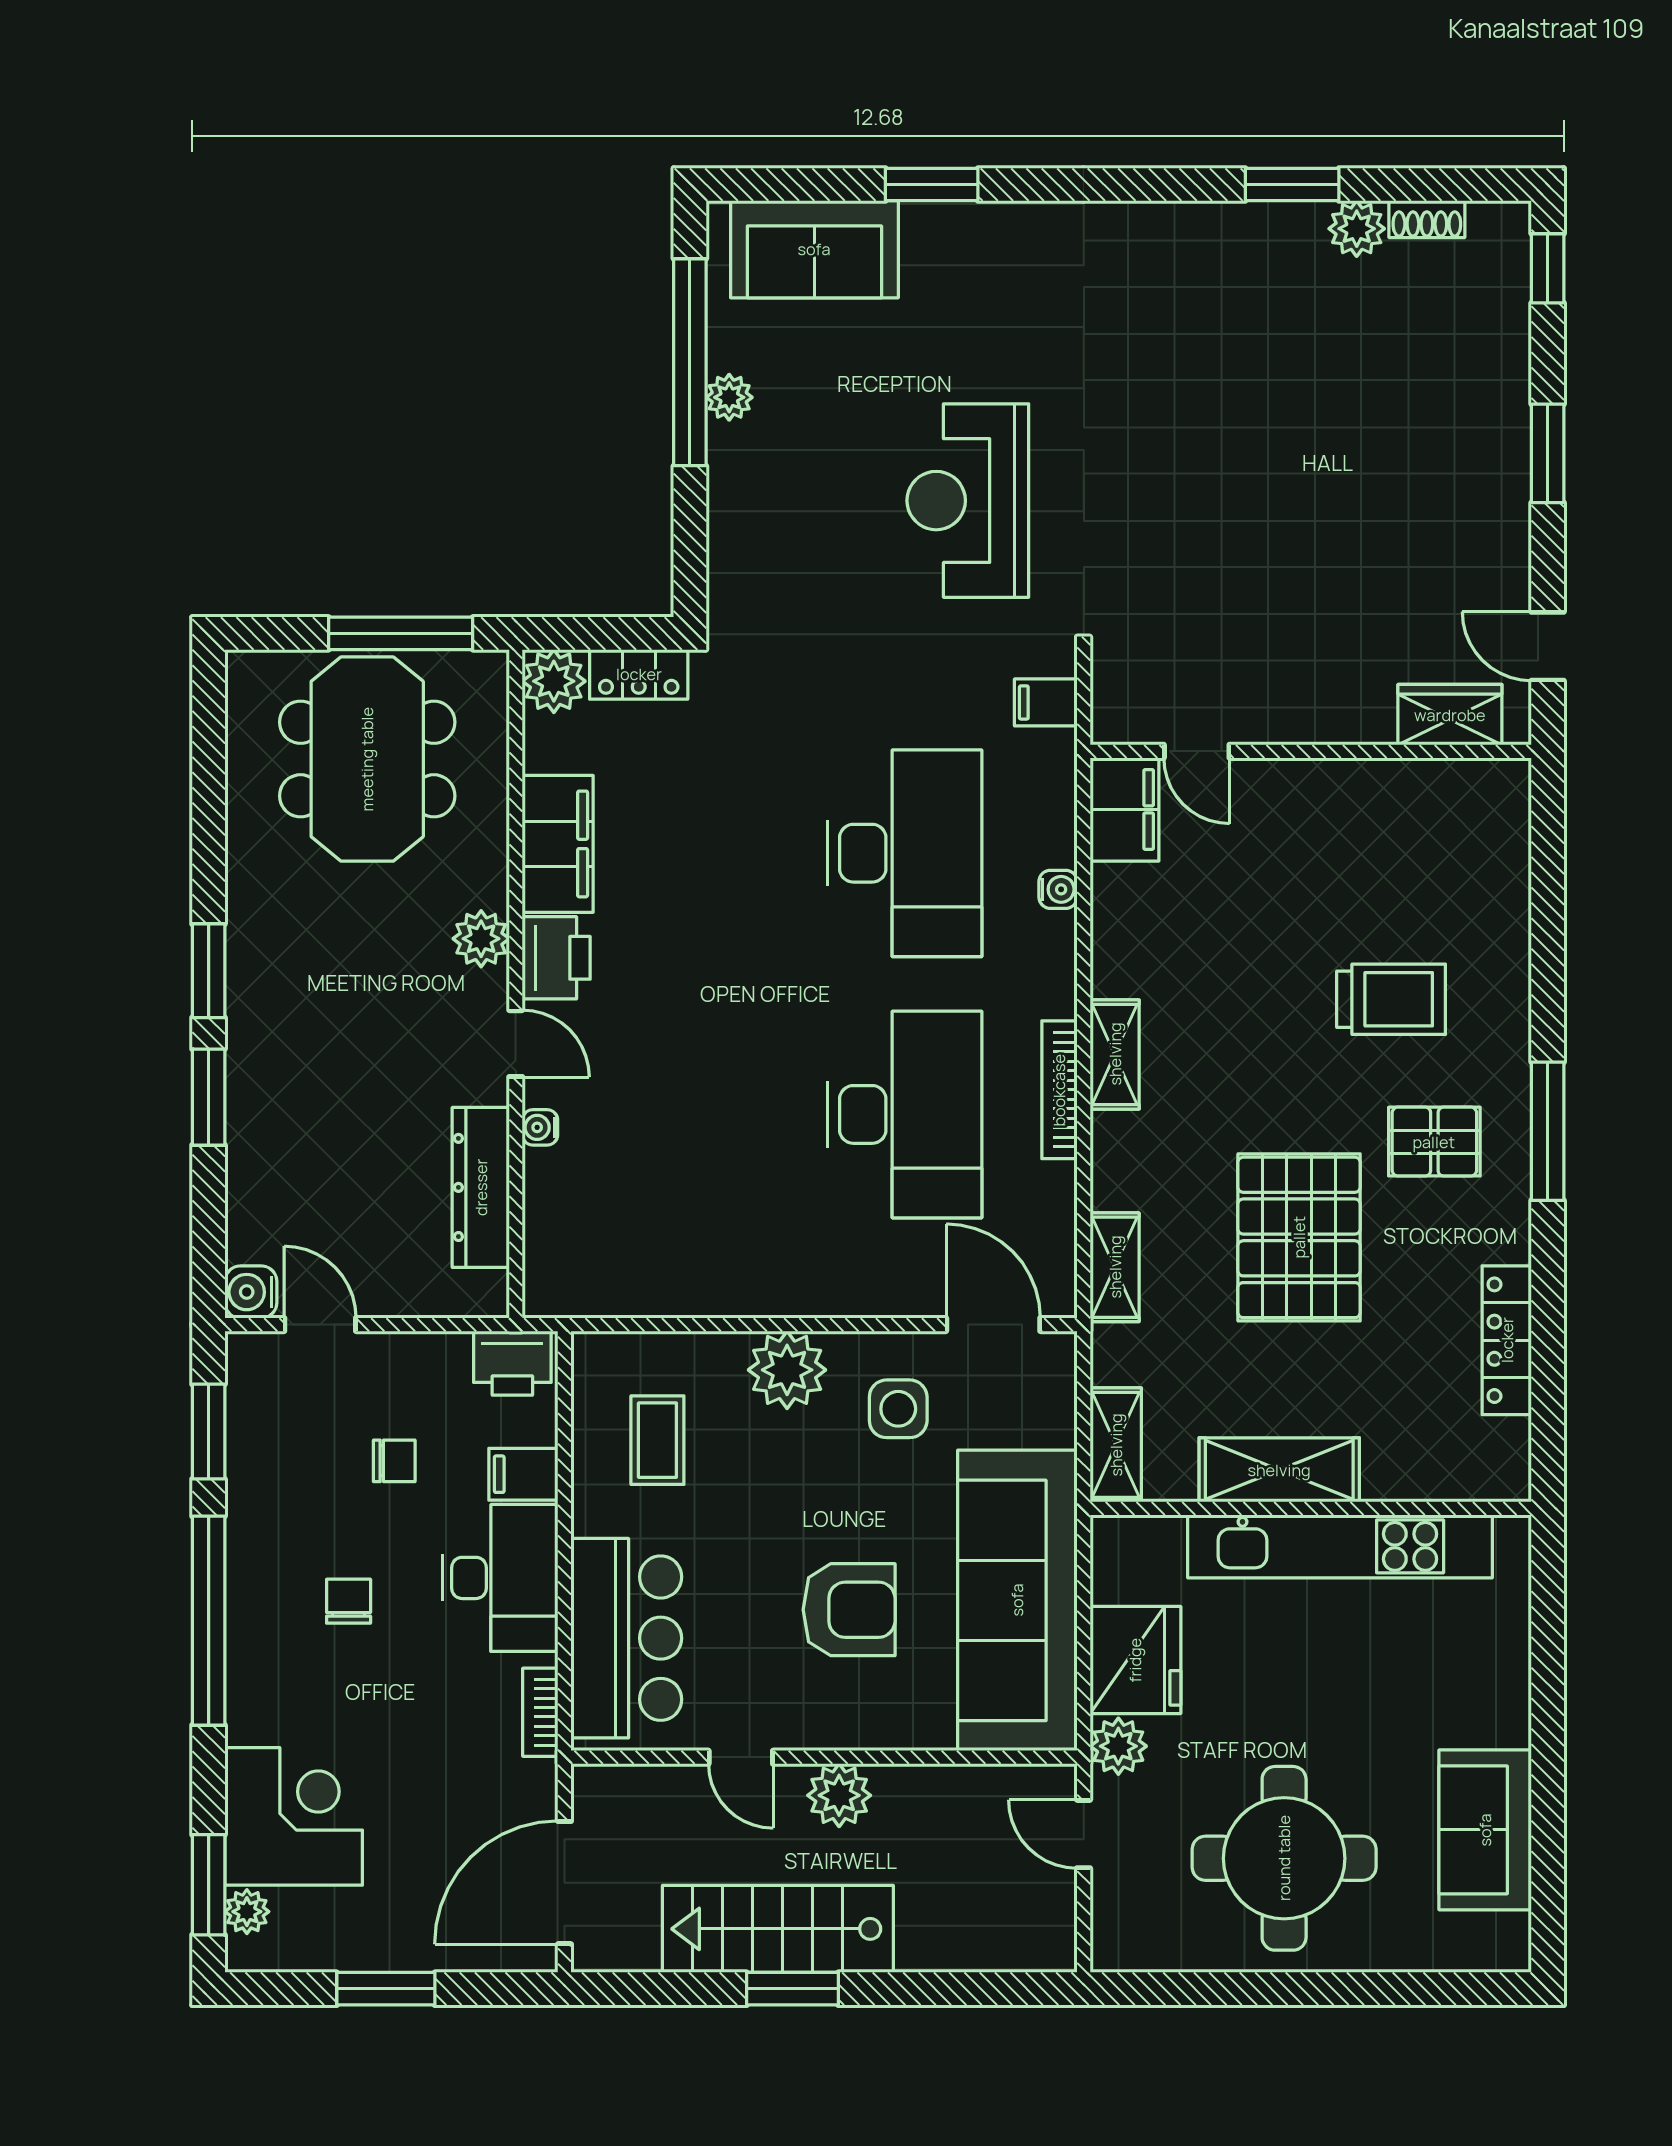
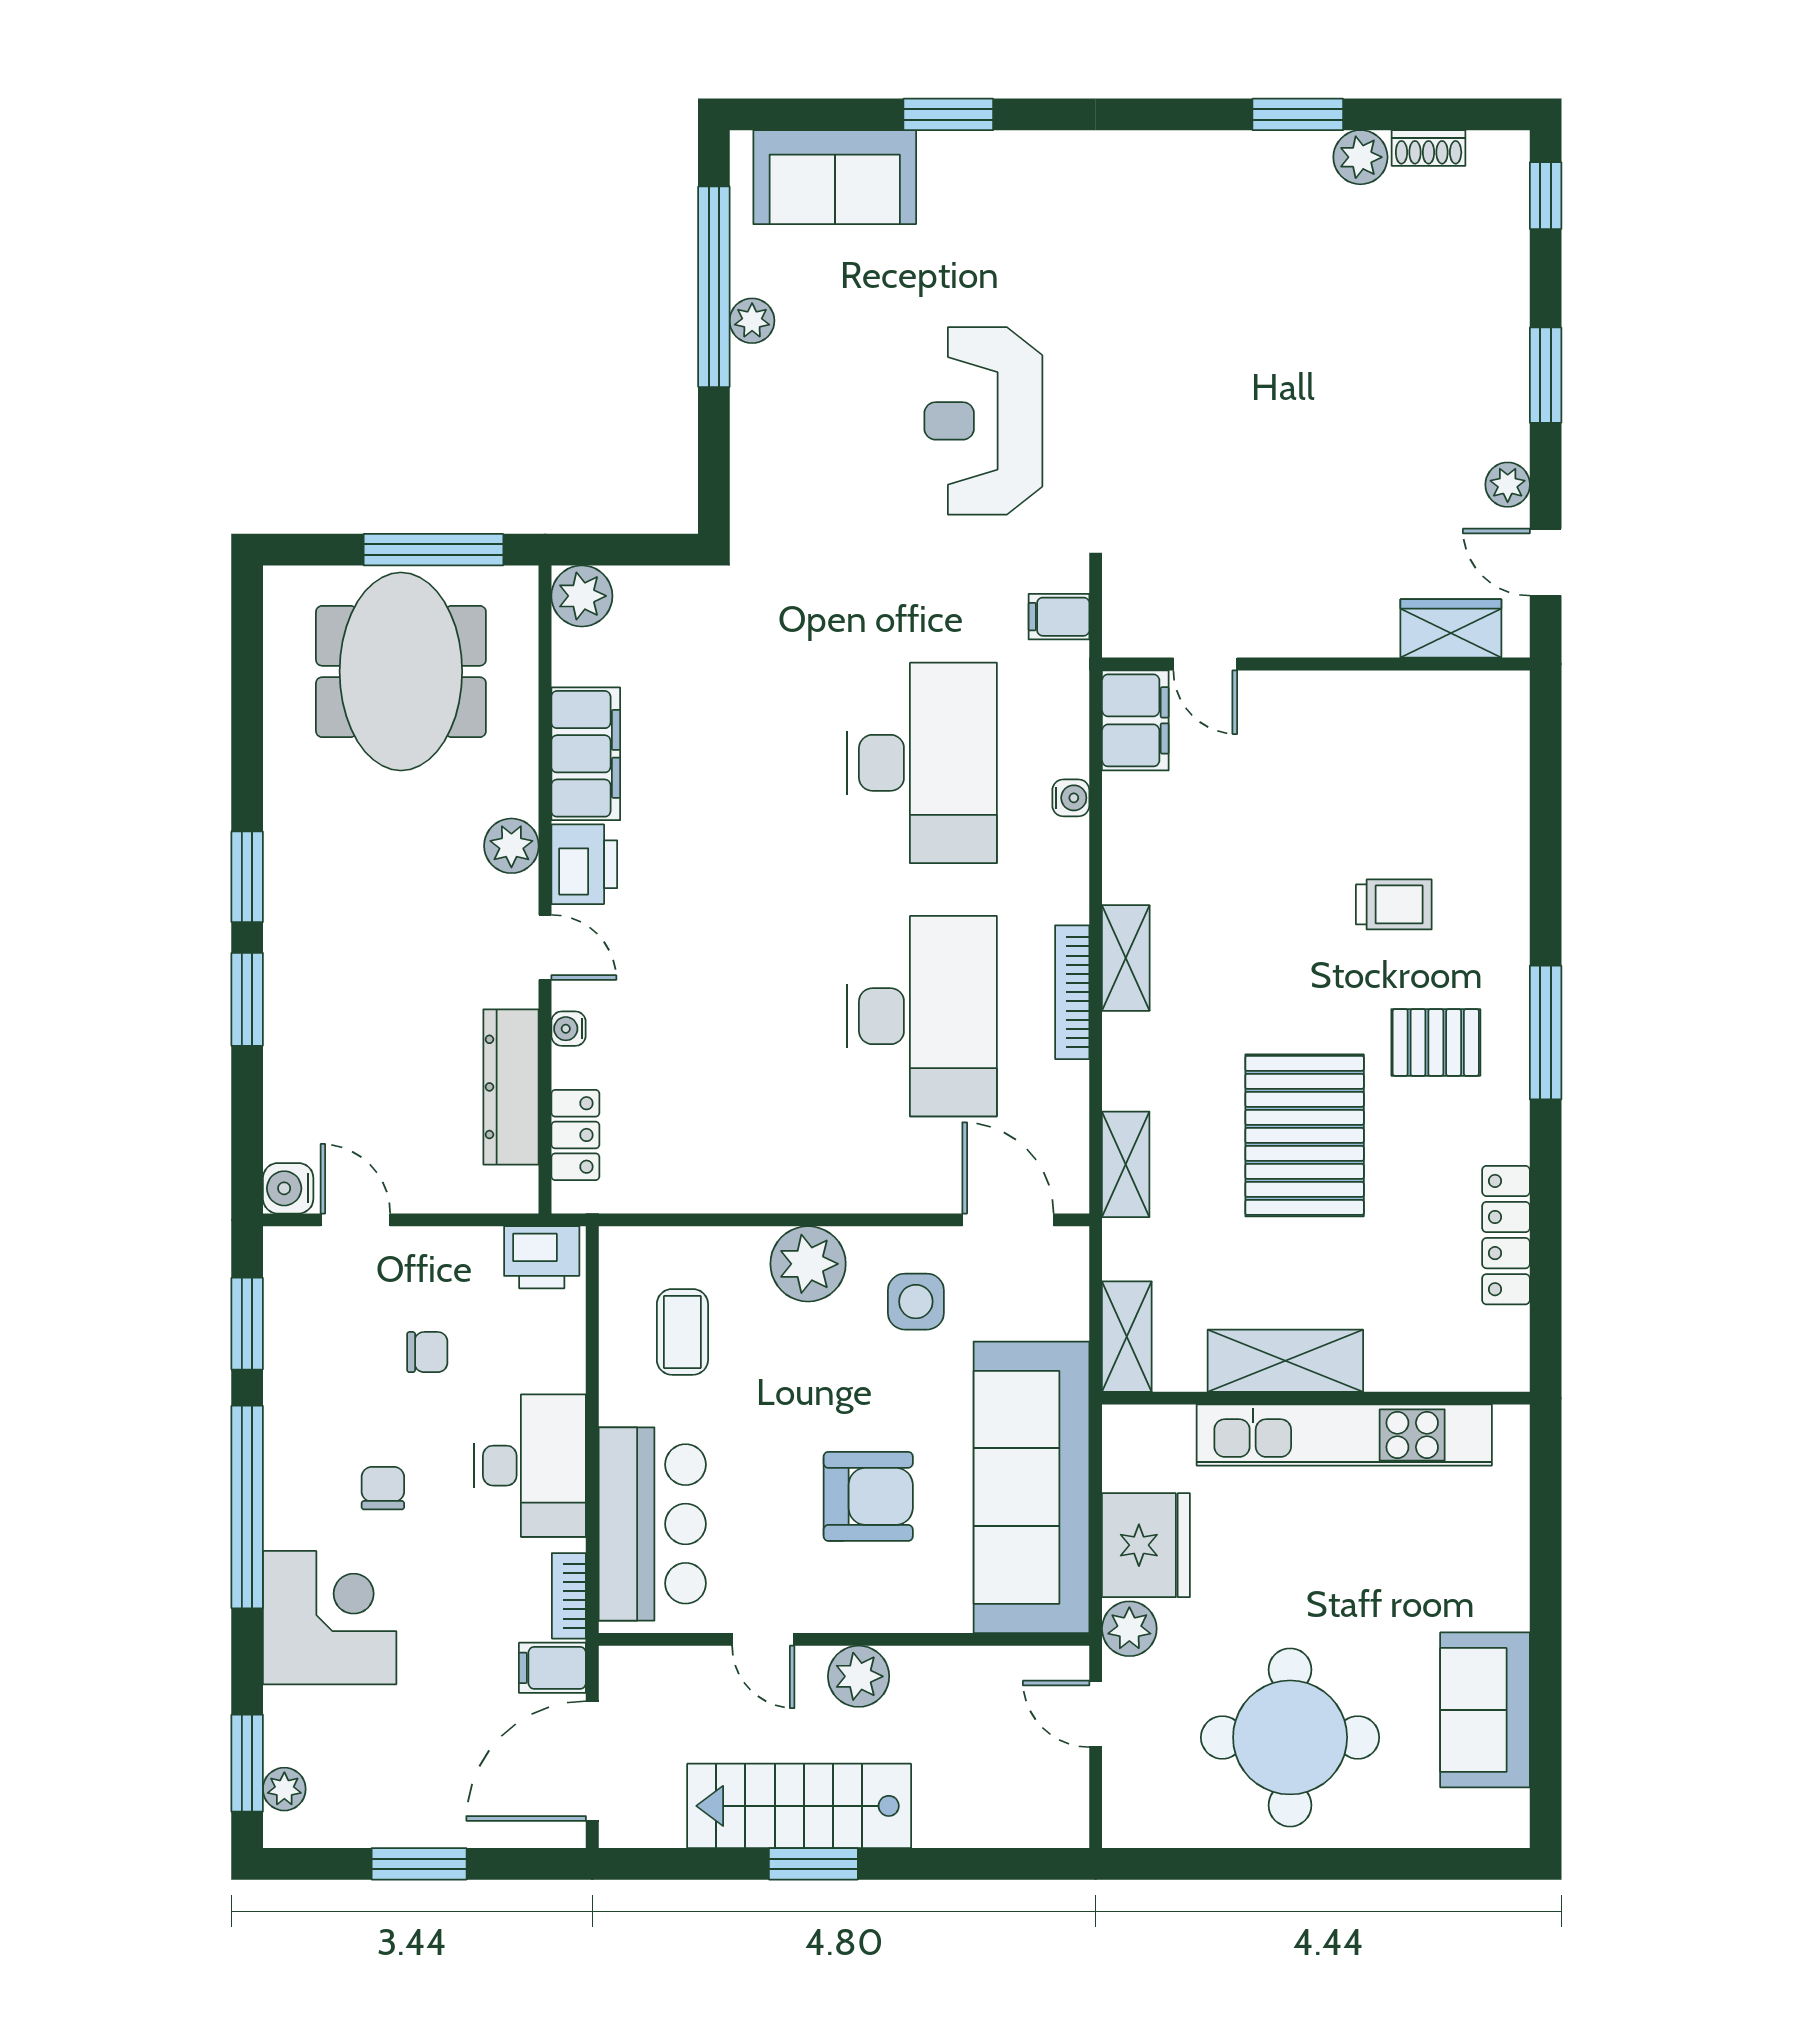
plant: (1508, 566) -> (1508, 485), added
locker: (639, 674) -> (575, 1135), moved, turned -90
trolley: (1391, 999) -> (1394, 904), width x0.73, depth x0.72
filing cabinet: (523, 1474) -> (552, 1668), moved
corner desk: (294, 1816) -> (330, 1618), moved

